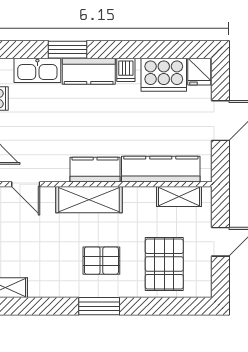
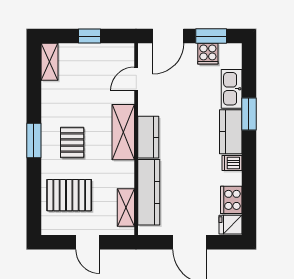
cooker: (164, 75) -> (231, 200), width x0.73, depth x0.76

